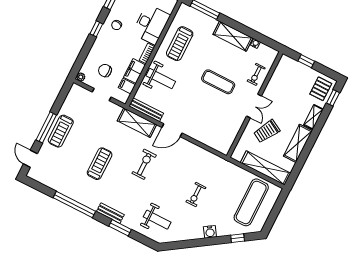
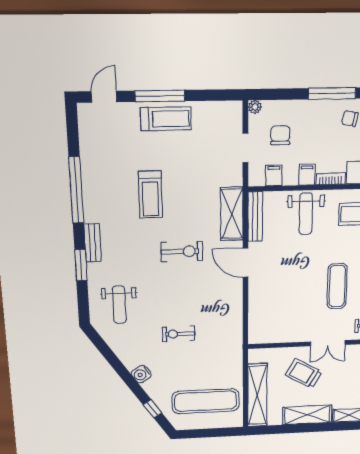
window: (96, 29) -> (332, 93), width x2.17
filing cabinet: (135, 71) -> (307, 175), width x0.50
treadmill: (61, 131) -> (166, 119), turned 180
treadmill: (100, 164) -> (150, 194), turned 90

